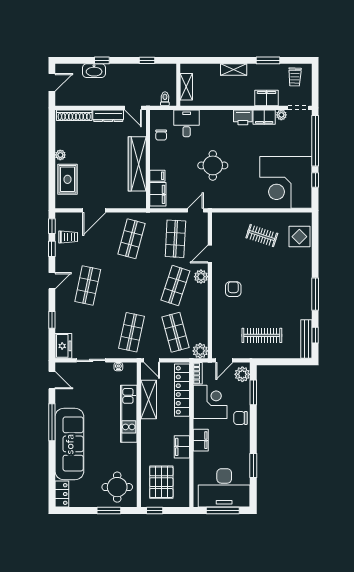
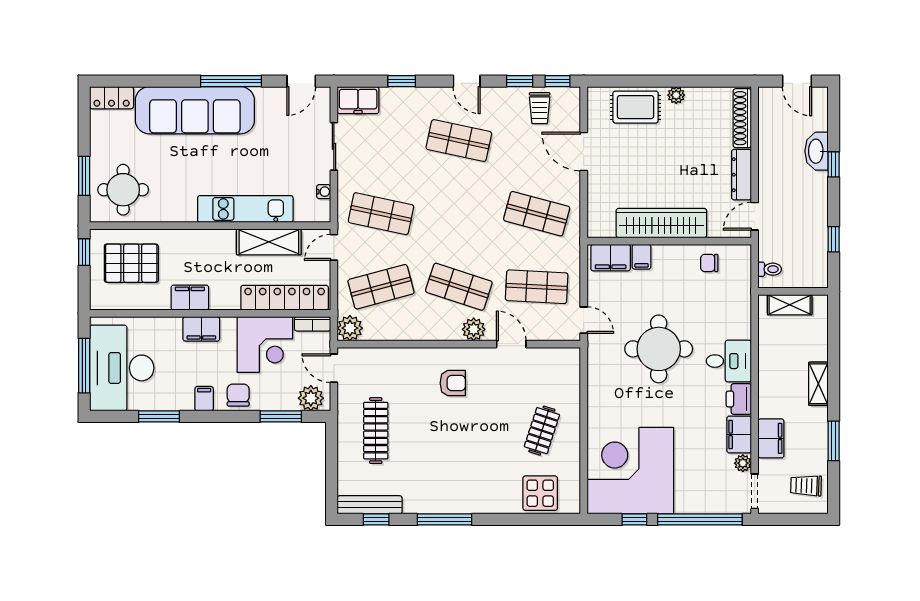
desk: (187, 123) -> (729, 361), moved
round table: (213, 165) -> (659, 349), width x1.36, depth x1.36
filing cabinet: (243, 438) -> (204, 399), added

